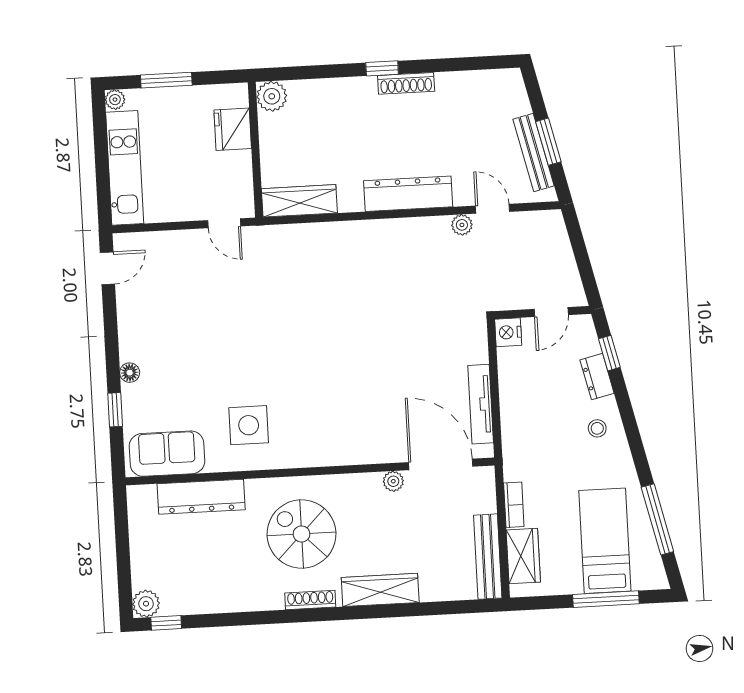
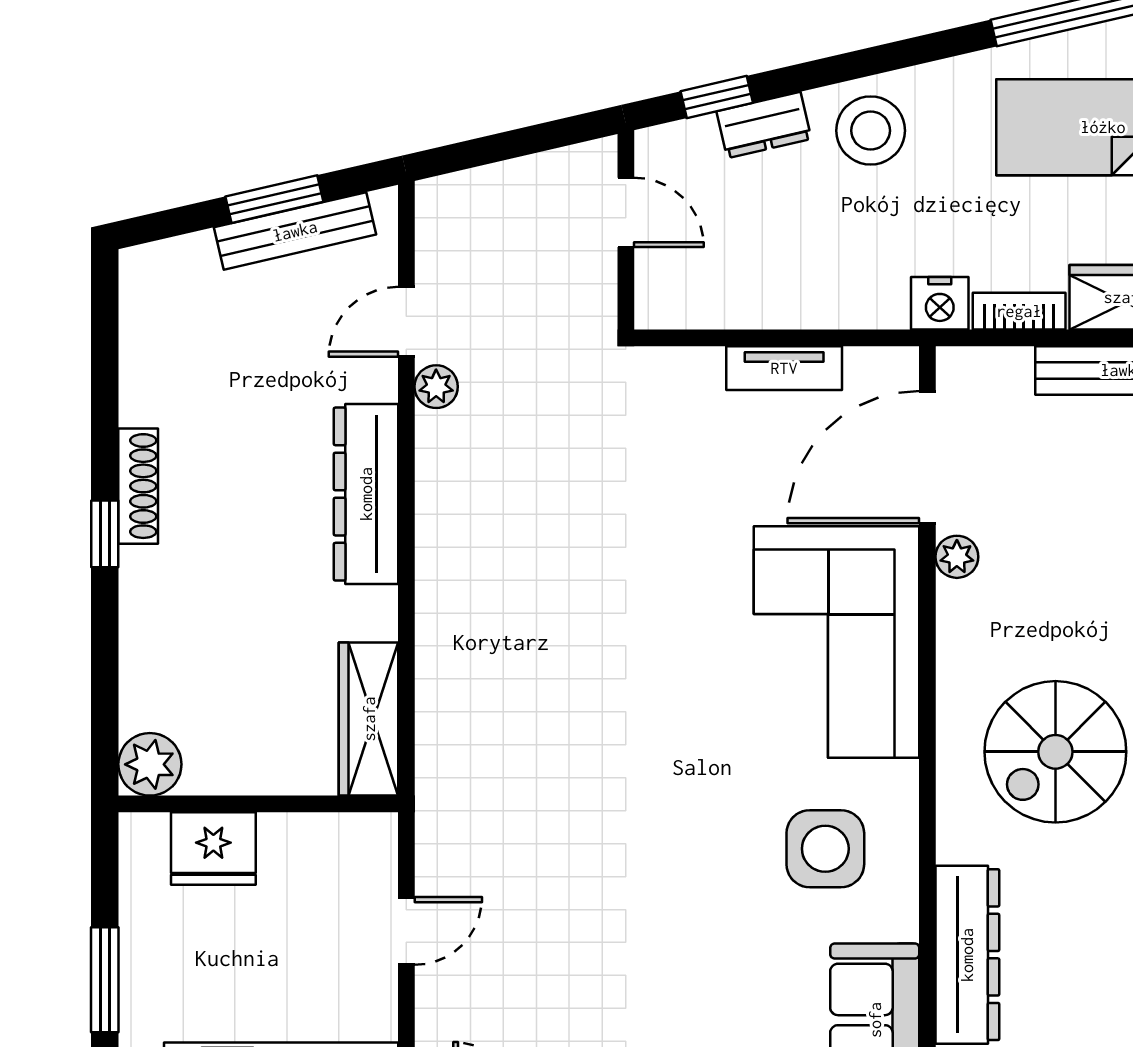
door: (224, 223) -> (406, 931), moved
nightstand: (508, 332) -> (940, 303), moved
tv unit: (481, 404) -> (784, 368), width x0.71
corner sofa: (349, 425) -> (836, 642), added
stool: (597, 428) -> (871, 131), width x1.89, depth x1.89

